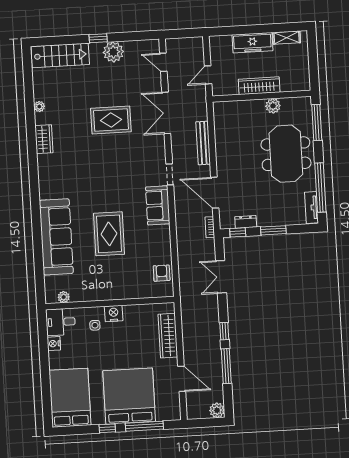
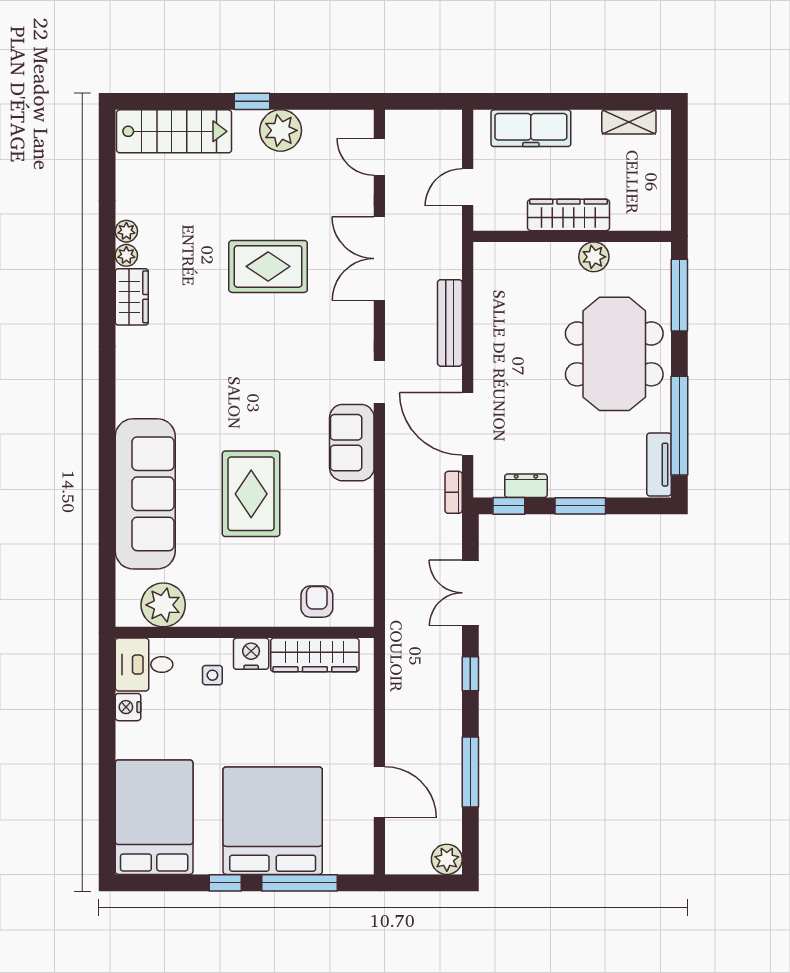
freezer: (252, 43) -> (531, 128), moved
plant: (40, 119) -> (126, 255), added
armchair: (162, 273) -> (317, 602), moved
plant: (64, 297) -> (163, 605), width x1.88, depth x1.88
window: (224, 331) -> (470, 674), moved
wardrobe: (168, 336) -> (315, 655), moved, turned -90

